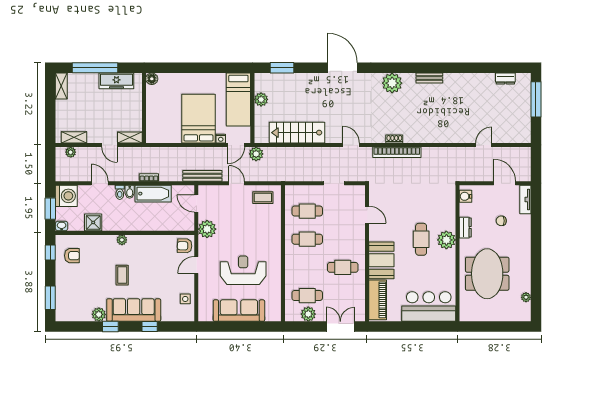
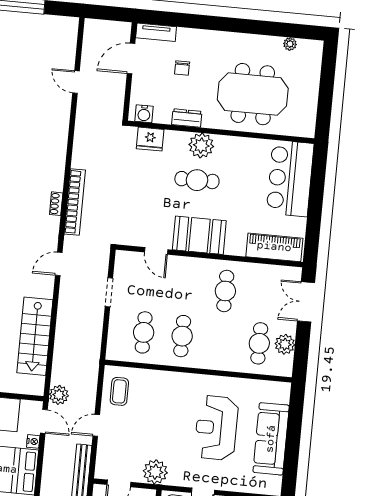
fridge: (448, 203) -> (150, 139), added
door: (367, 215) -> (156, 251), swing flipped
booth: (381, 260) -> (199, 235), moved

